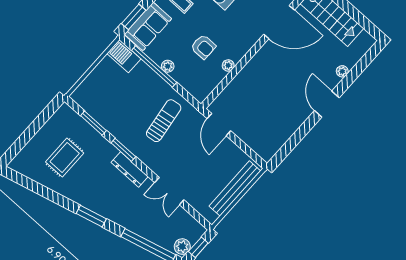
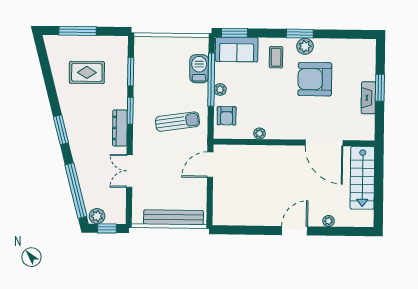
armchair: (203, 47) -> (227, 116), moved
barbecue: (124, 56) -> (199, 69), moved
window: (26, 137) -> (78, 31), added

